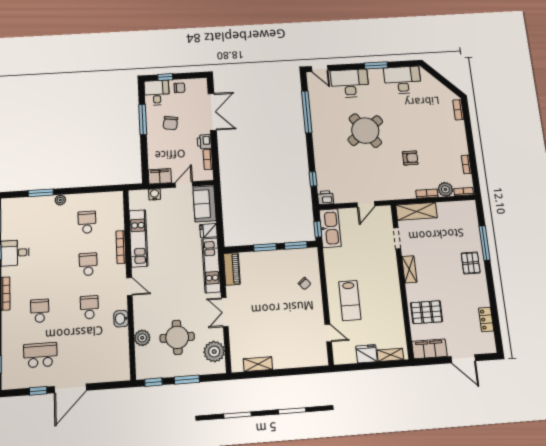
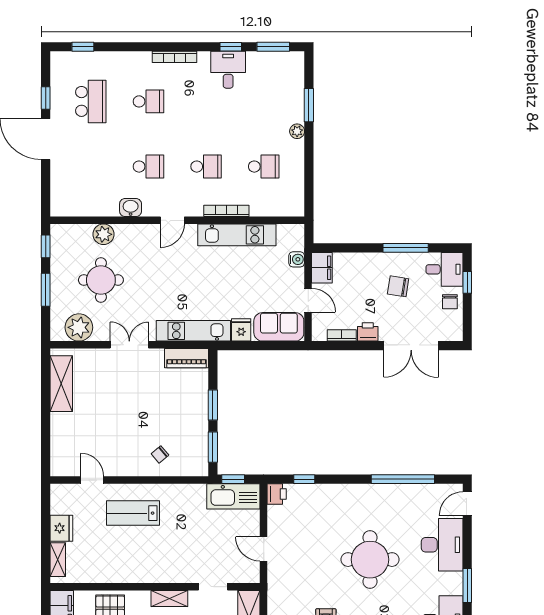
round table: (365, 131) -> (370, 560), turned 36
door: (328, 333) -> (92, 480), swing flipped
shelving: (258, 364) -> (61, 384), width x1.50, depth x1.33

